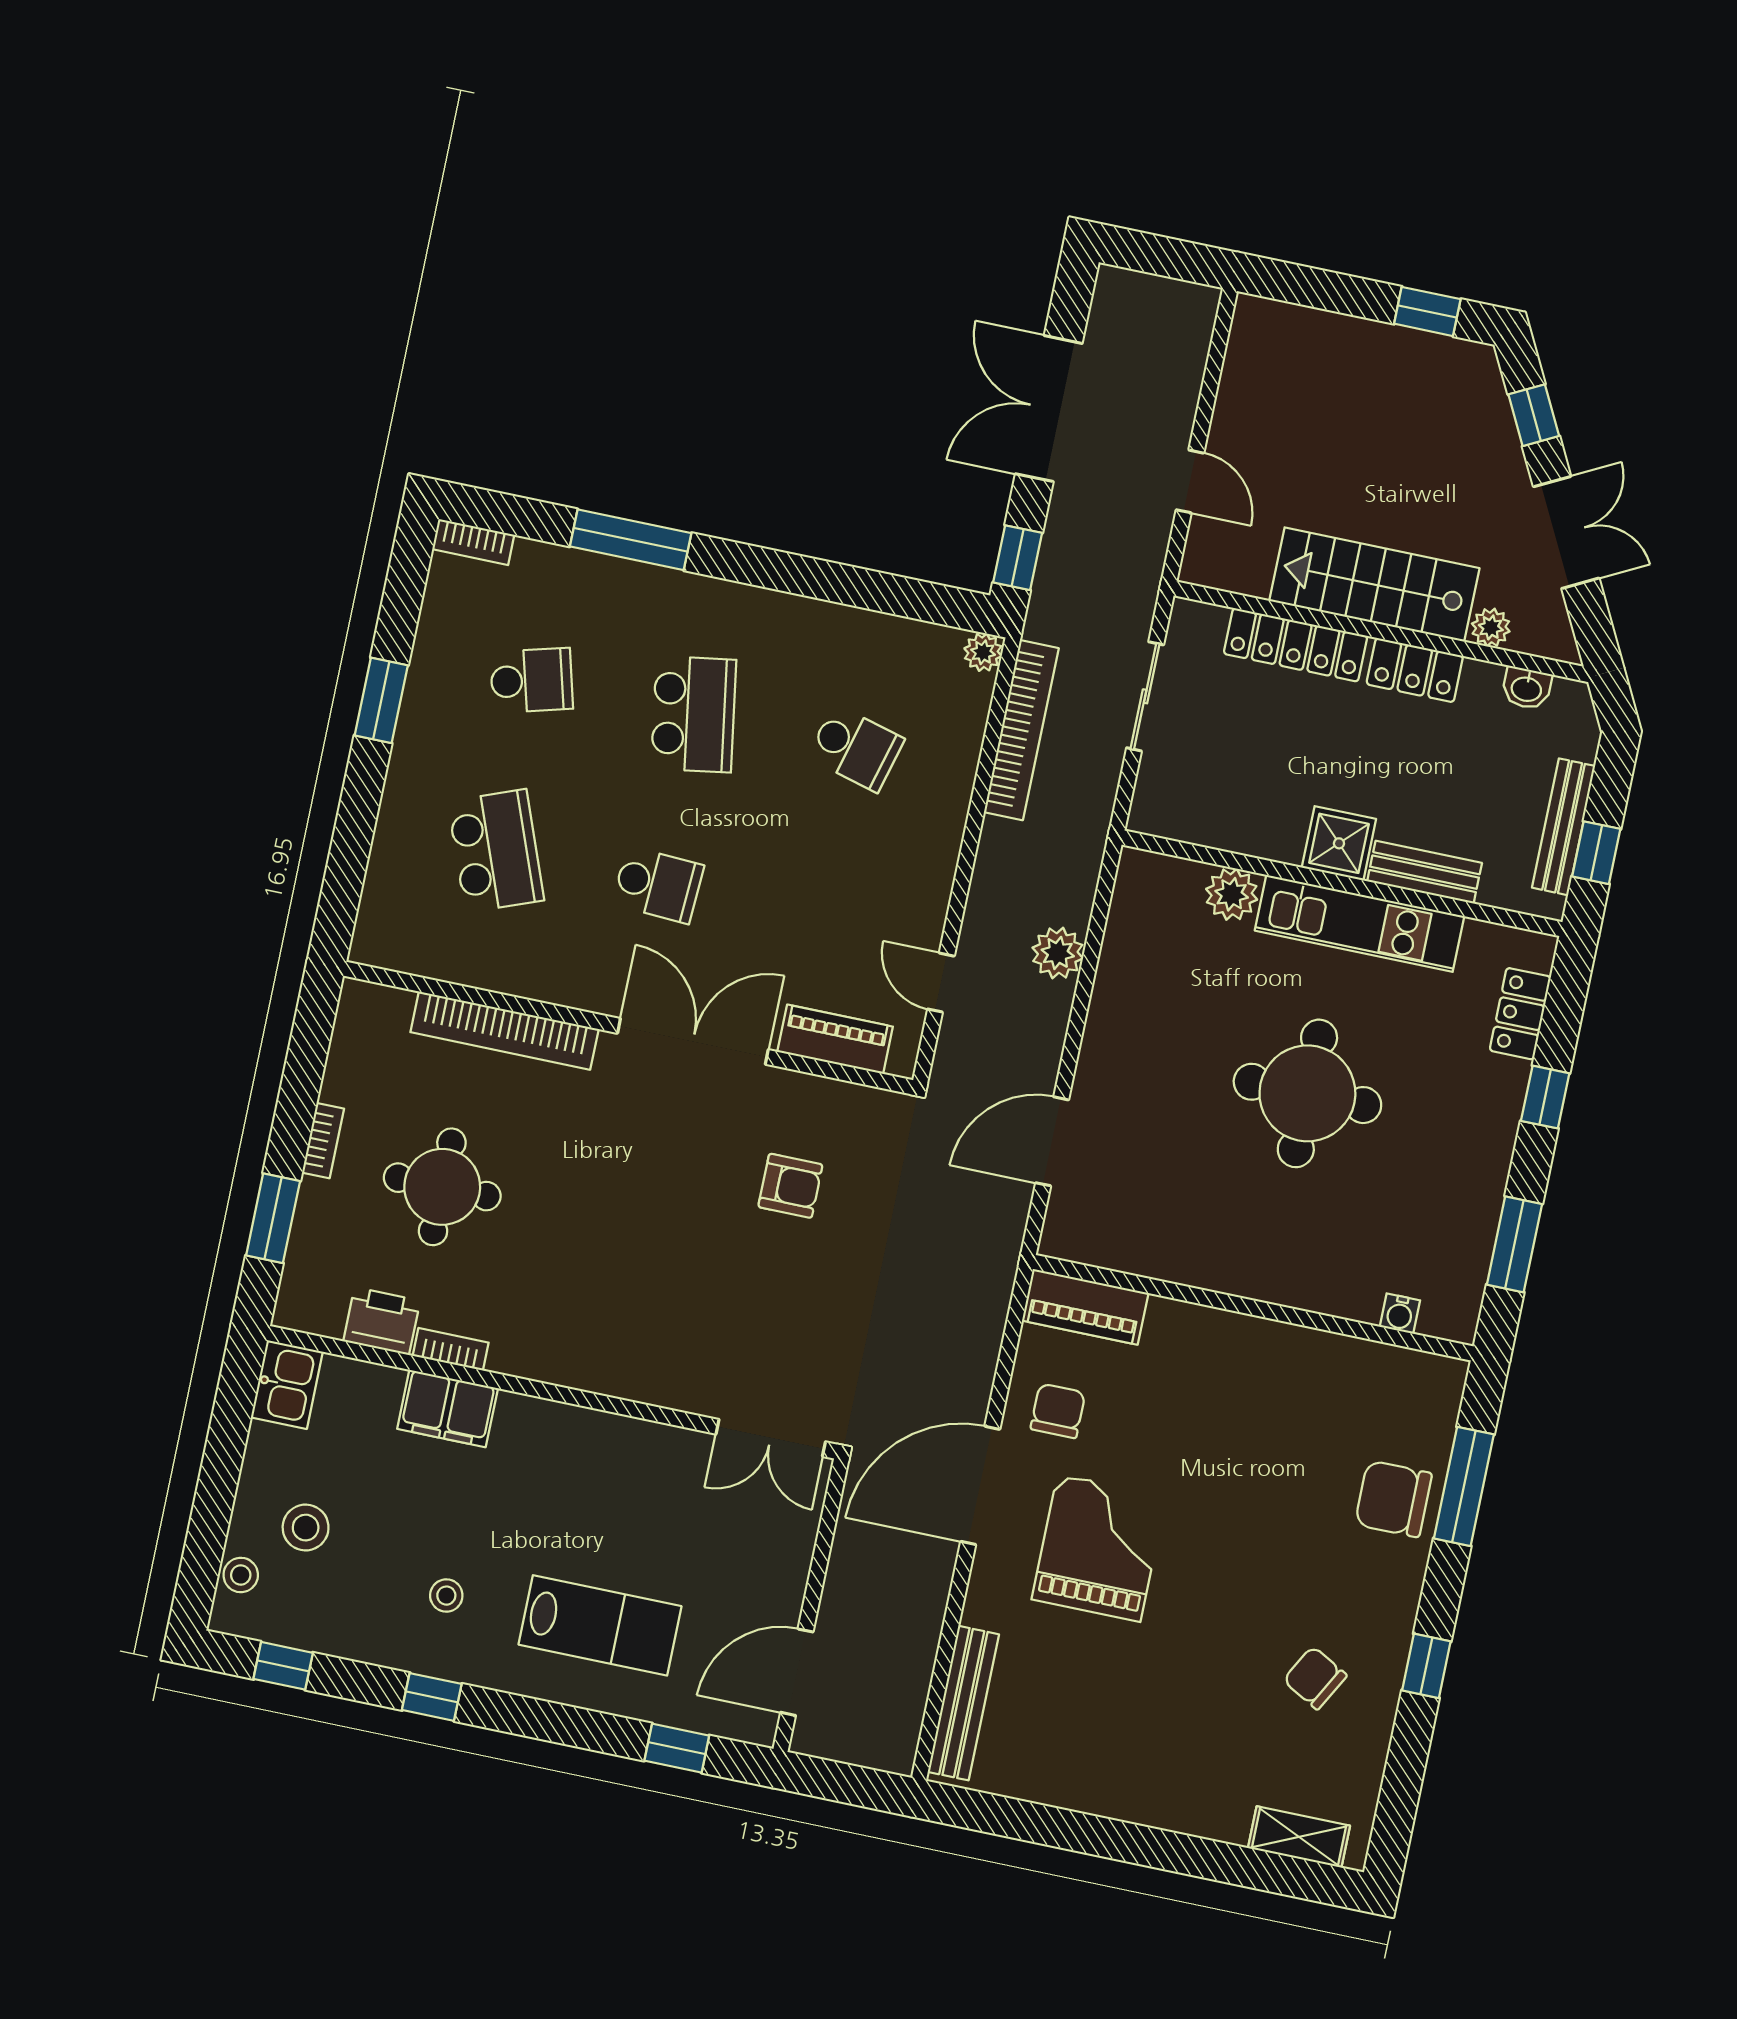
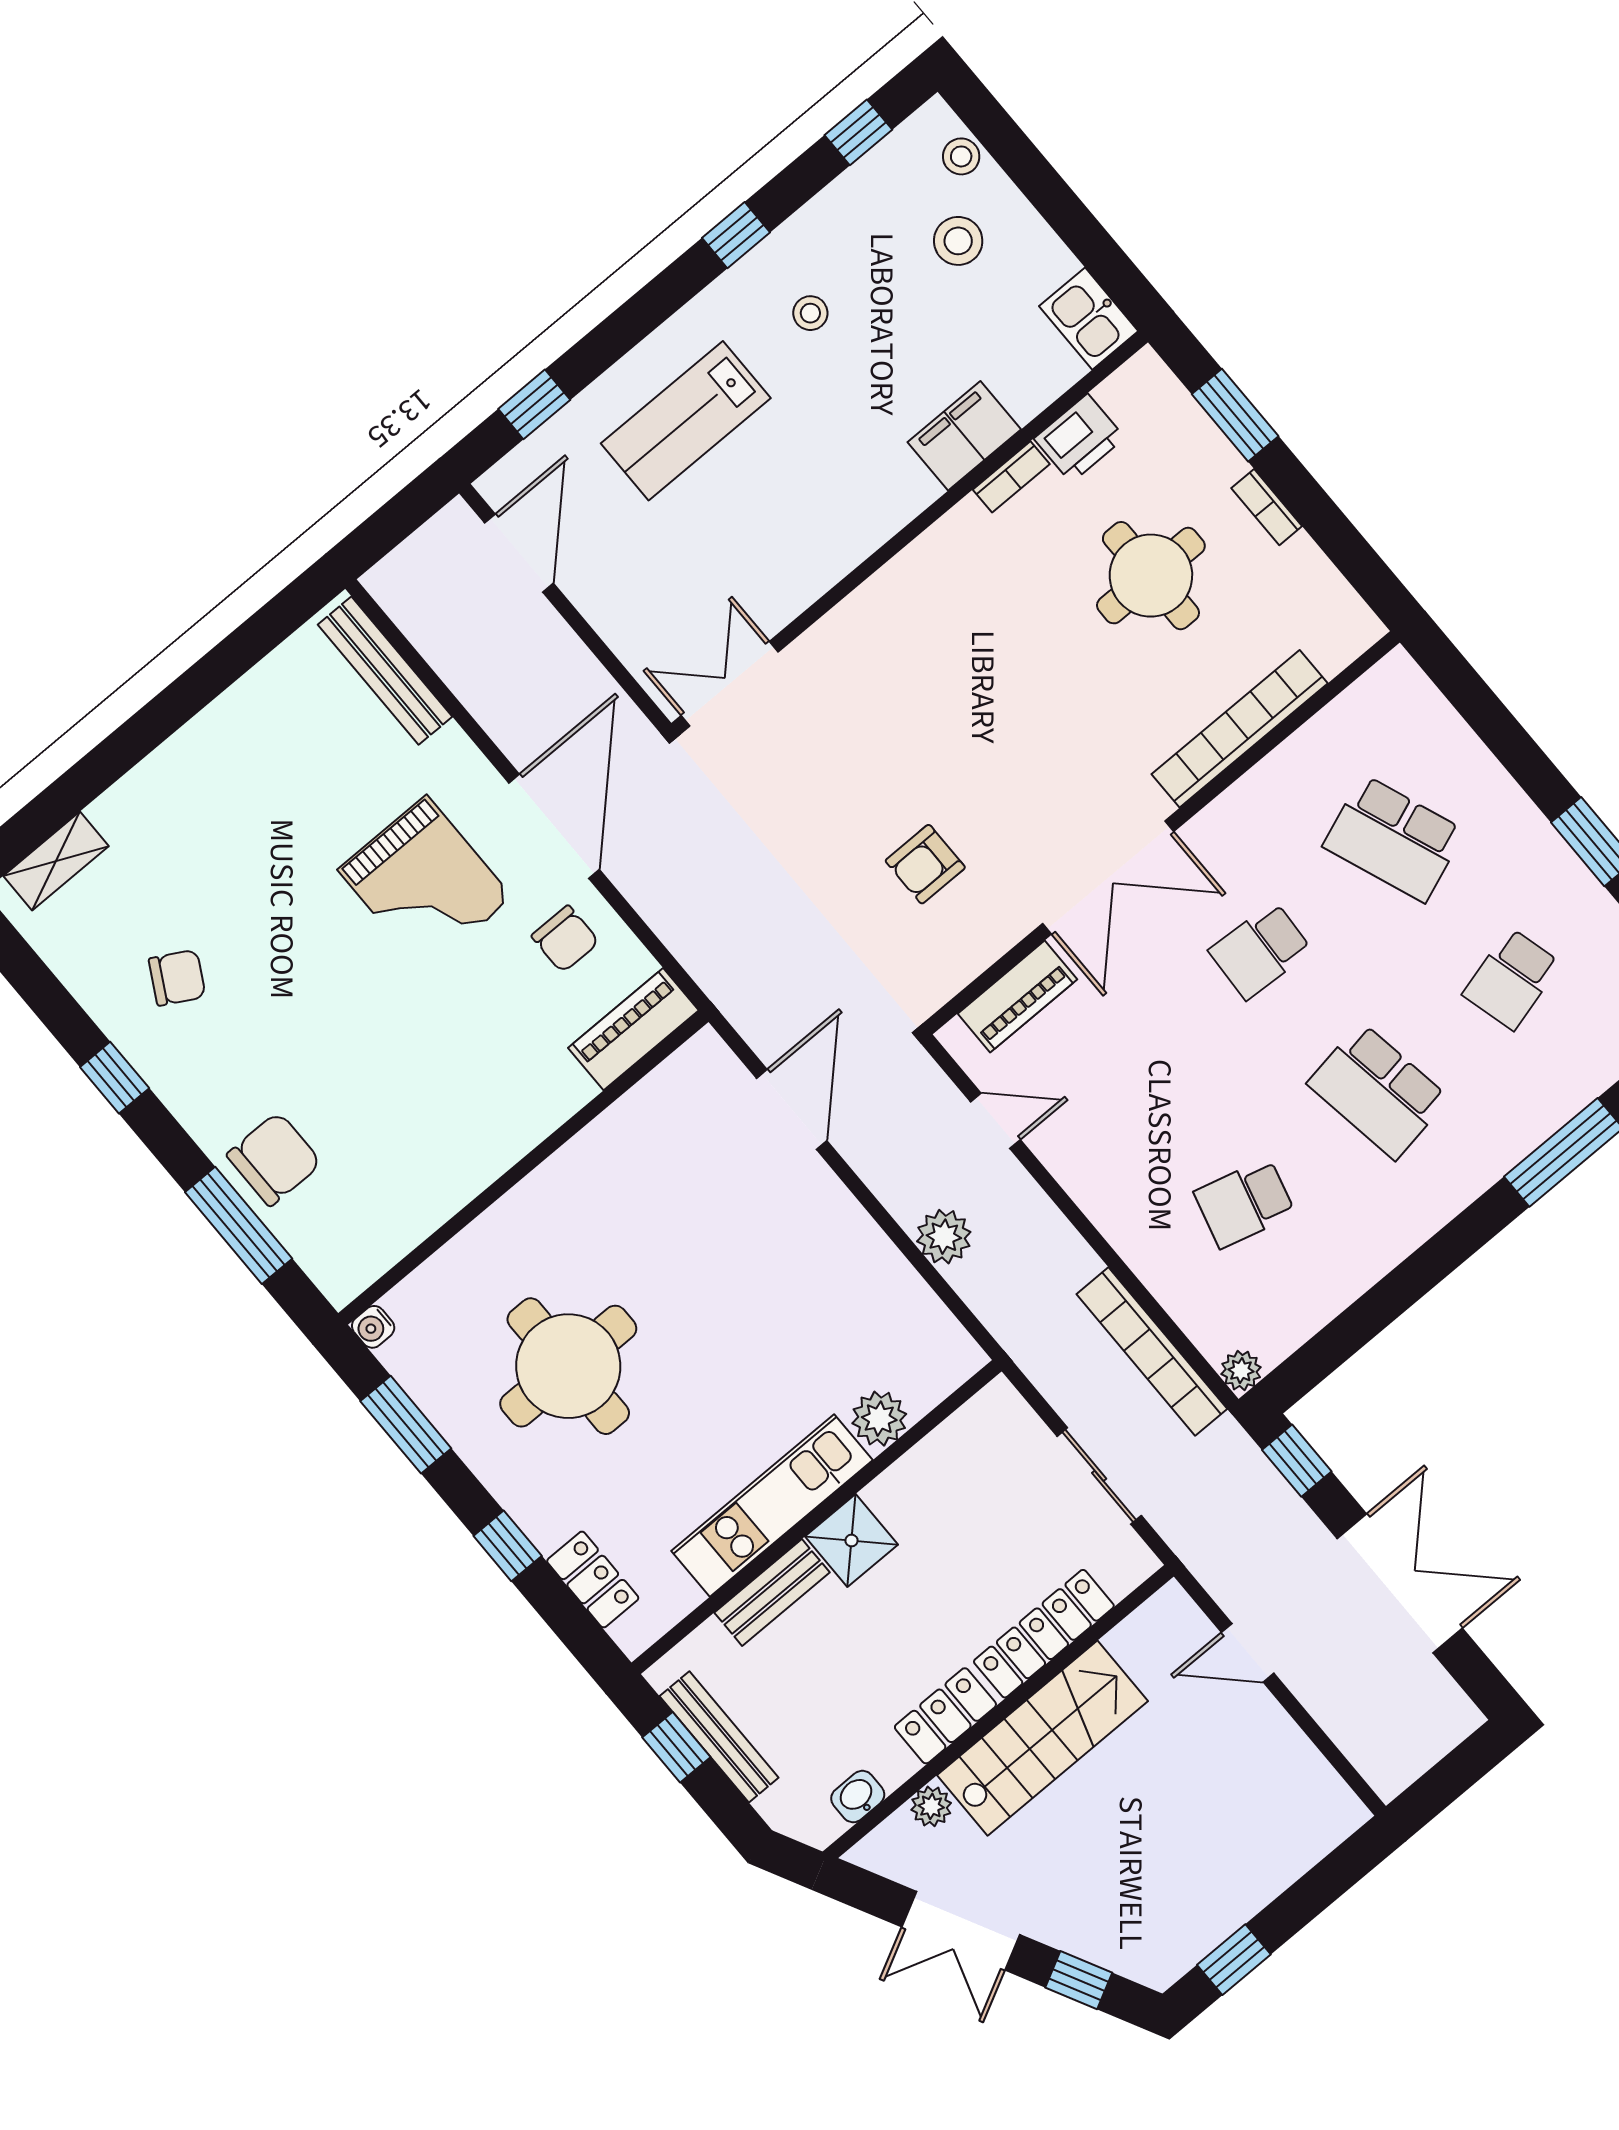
round table: (1307, 1093) -> (568, 1366), moved
water cooler: (1400, 1314) -> (373, 1327), moved, turned -90

